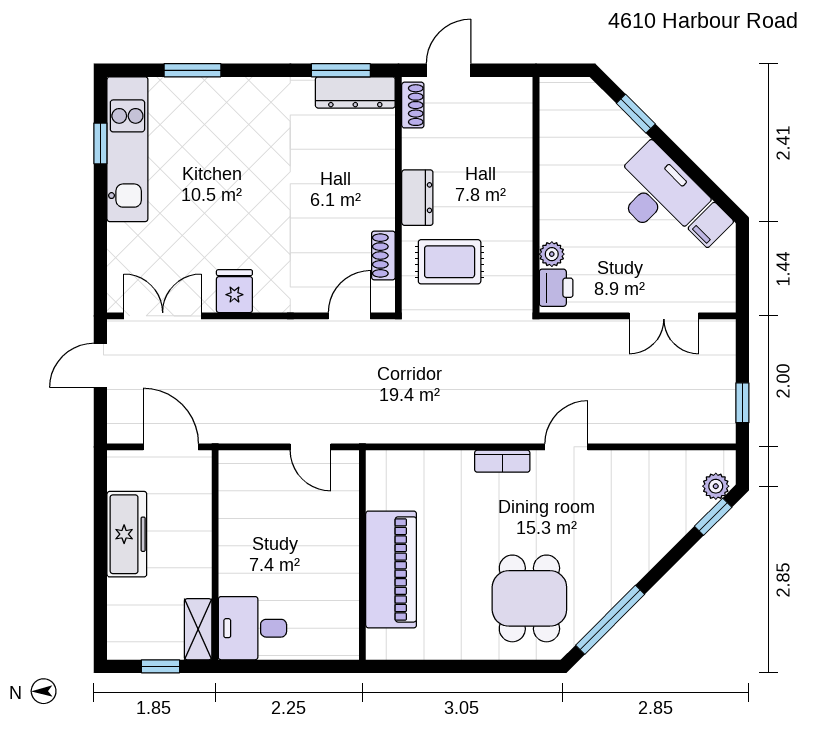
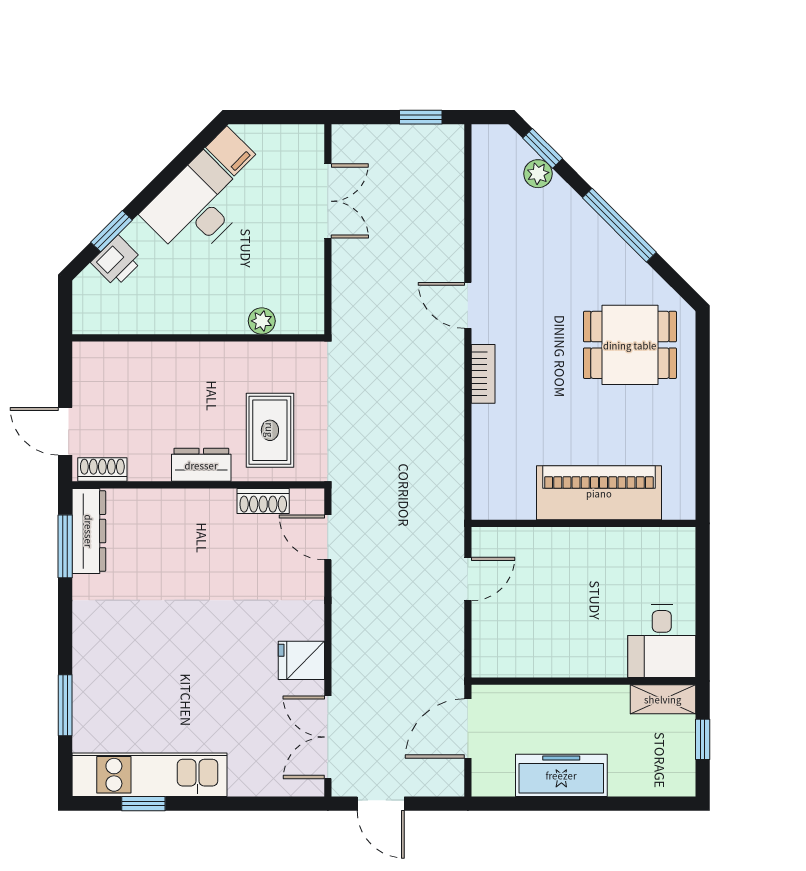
printer: (556, 288) -> (117, 261), moved, turned 135
plant: (716, 486) -> (538, 174), moved
window: (610, 620) -> (619, 225), moved

